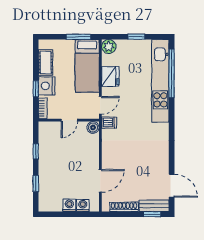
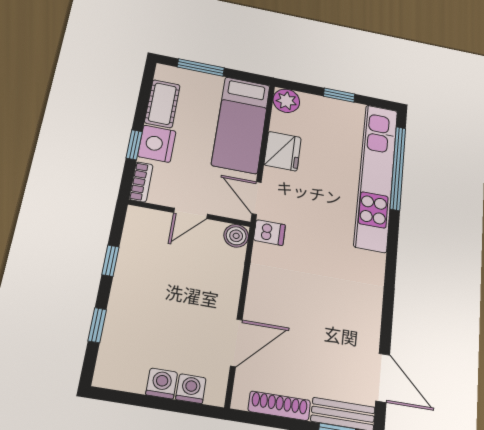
window: (78, 37) -> (201, 67), moved
door: (100, 105) -> (257, 198), swing flipped

